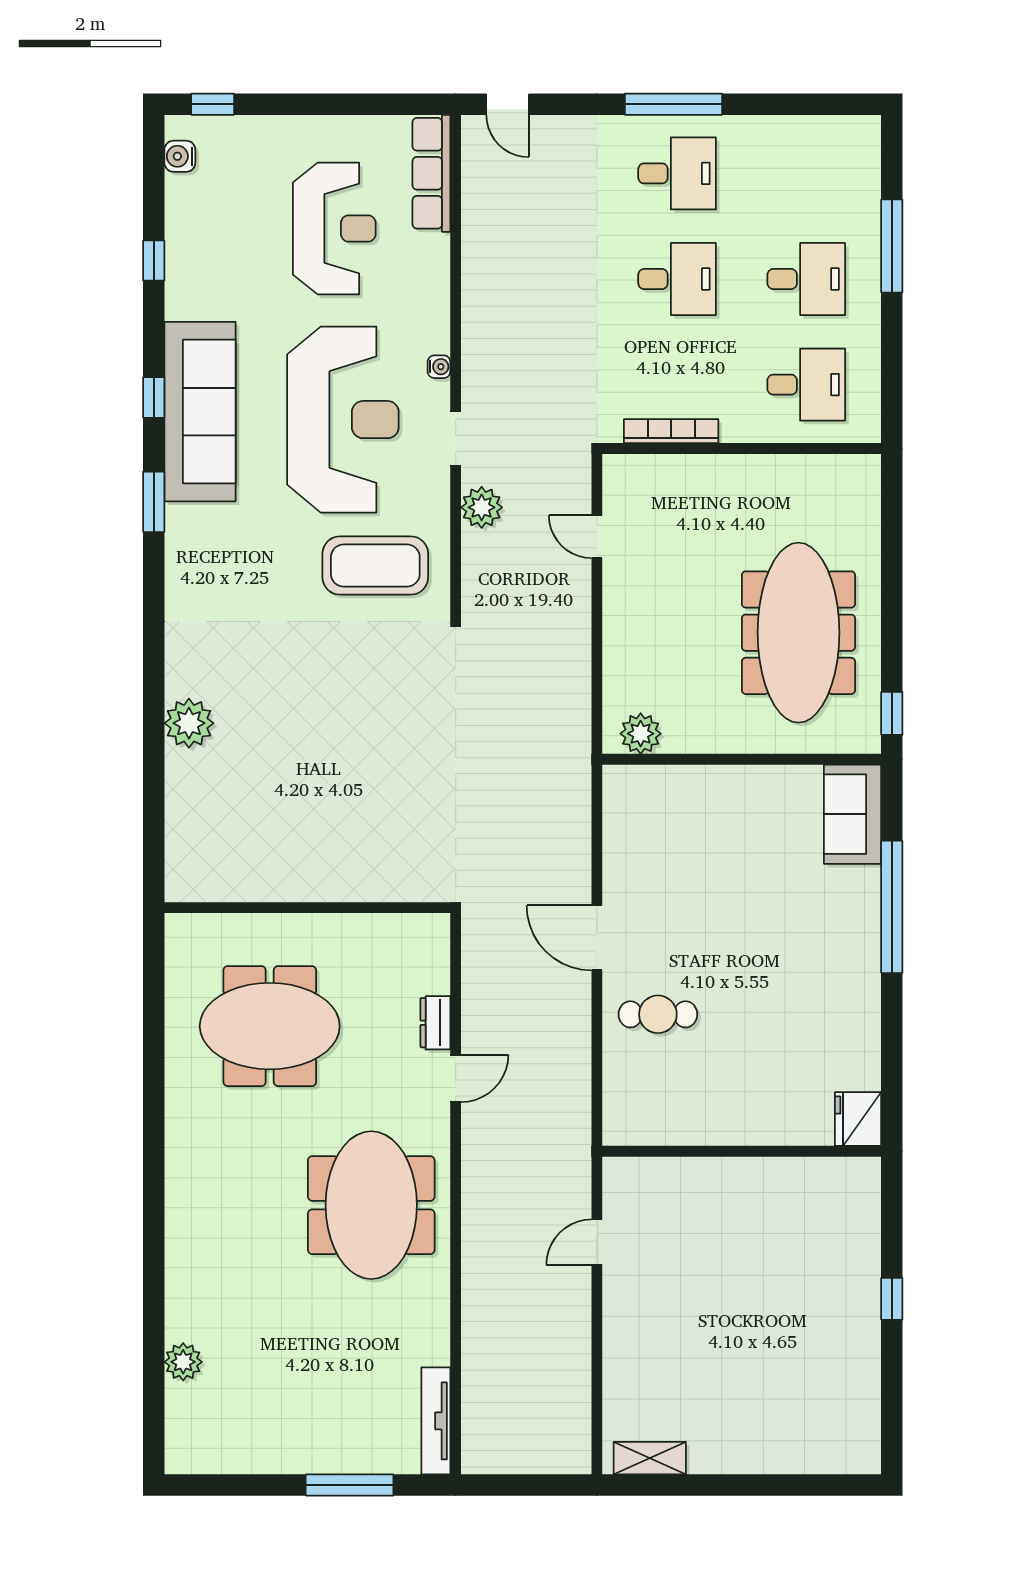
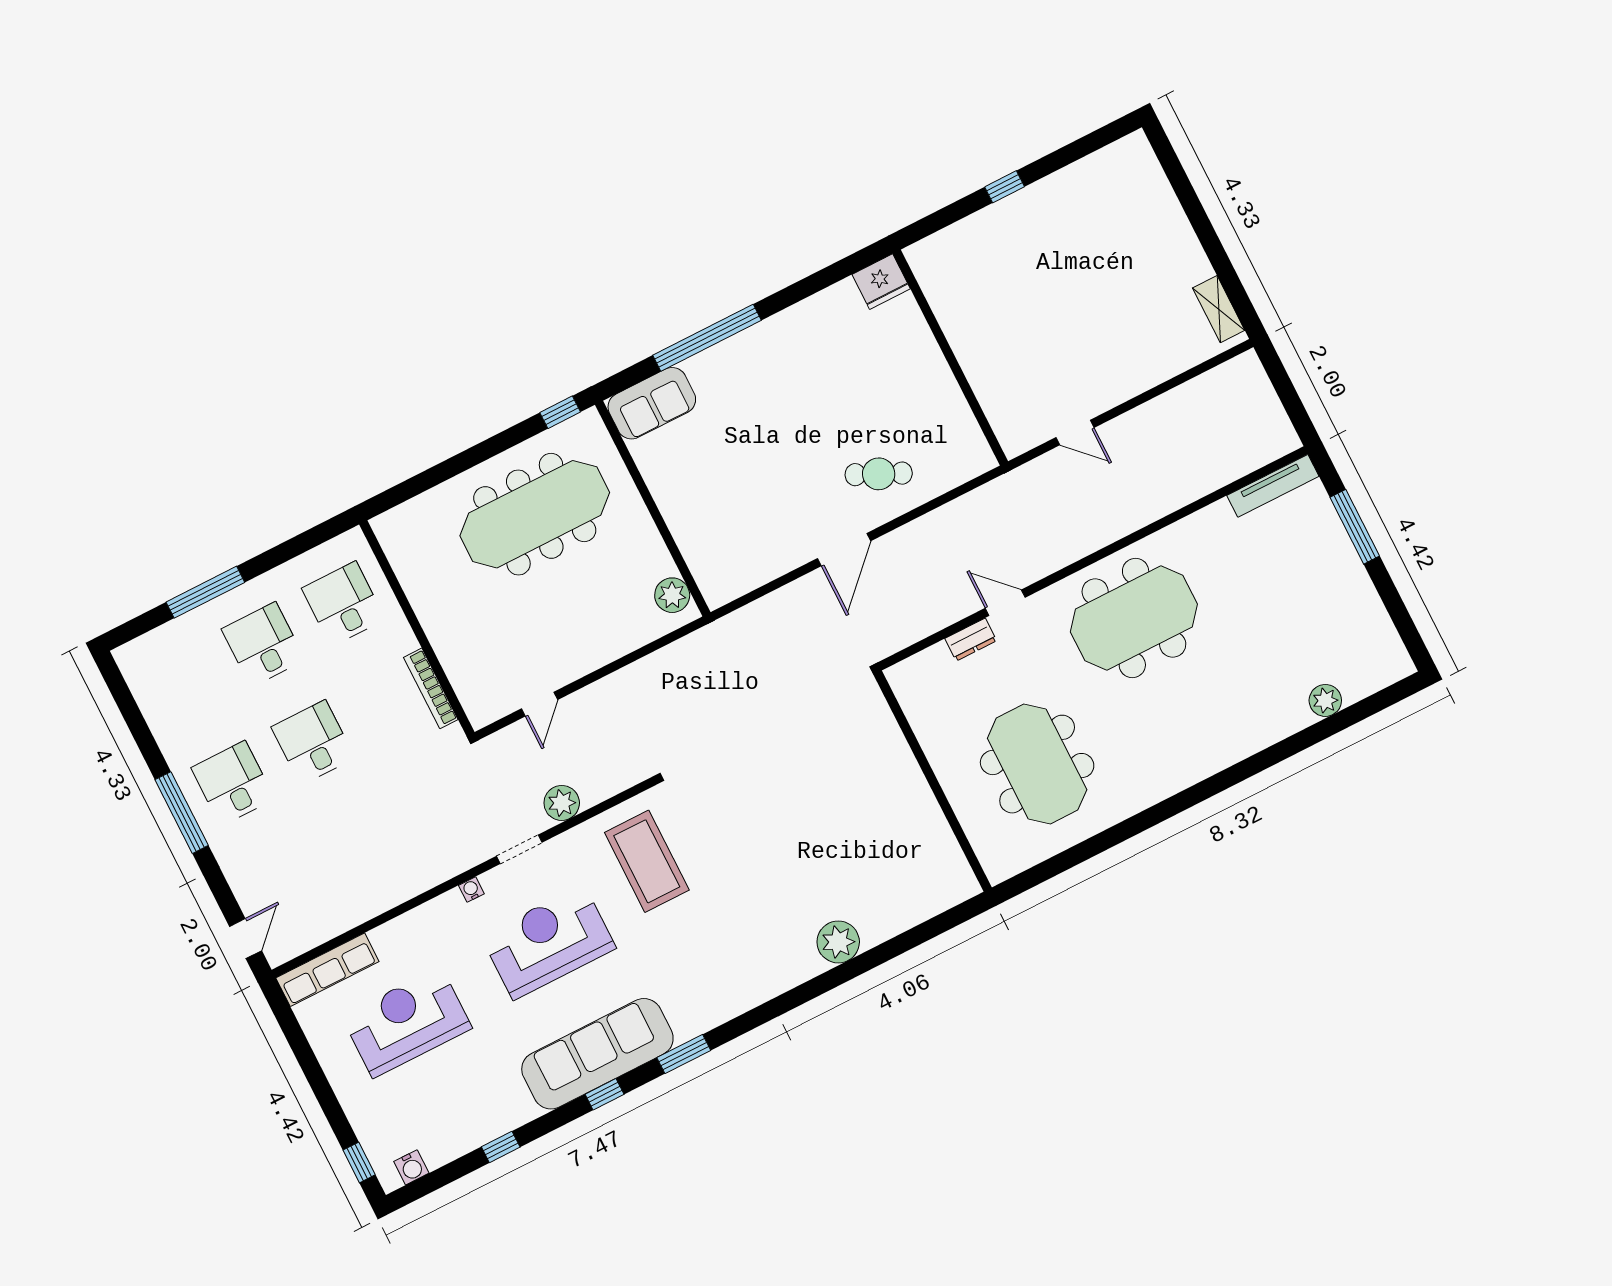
reception desk: (343, 420) -> (548, 942), width x0.74, depth x0.77
cafe table: (658, 1014) -> (879, 474), turned -65

